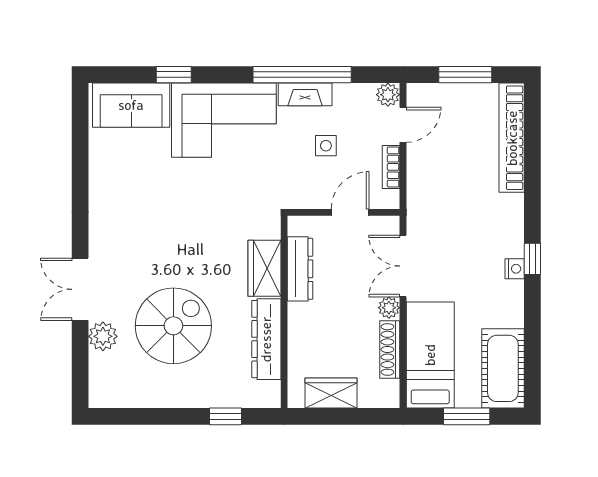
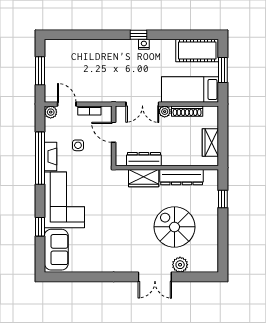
bookcase: (512, 138) -> (74, 46), removed

